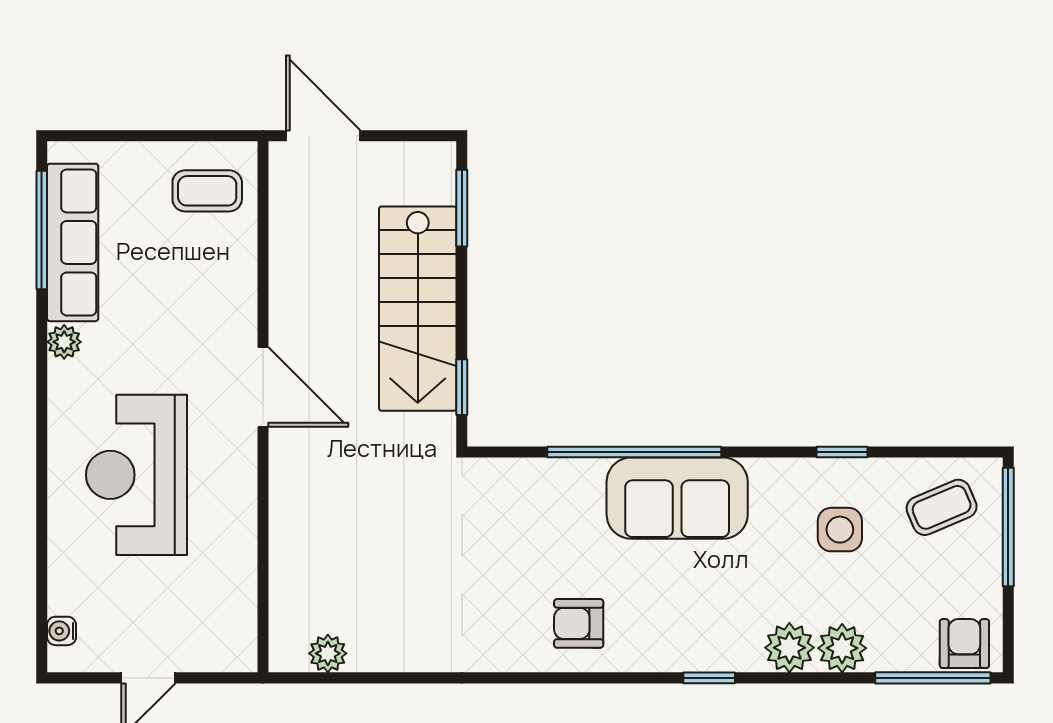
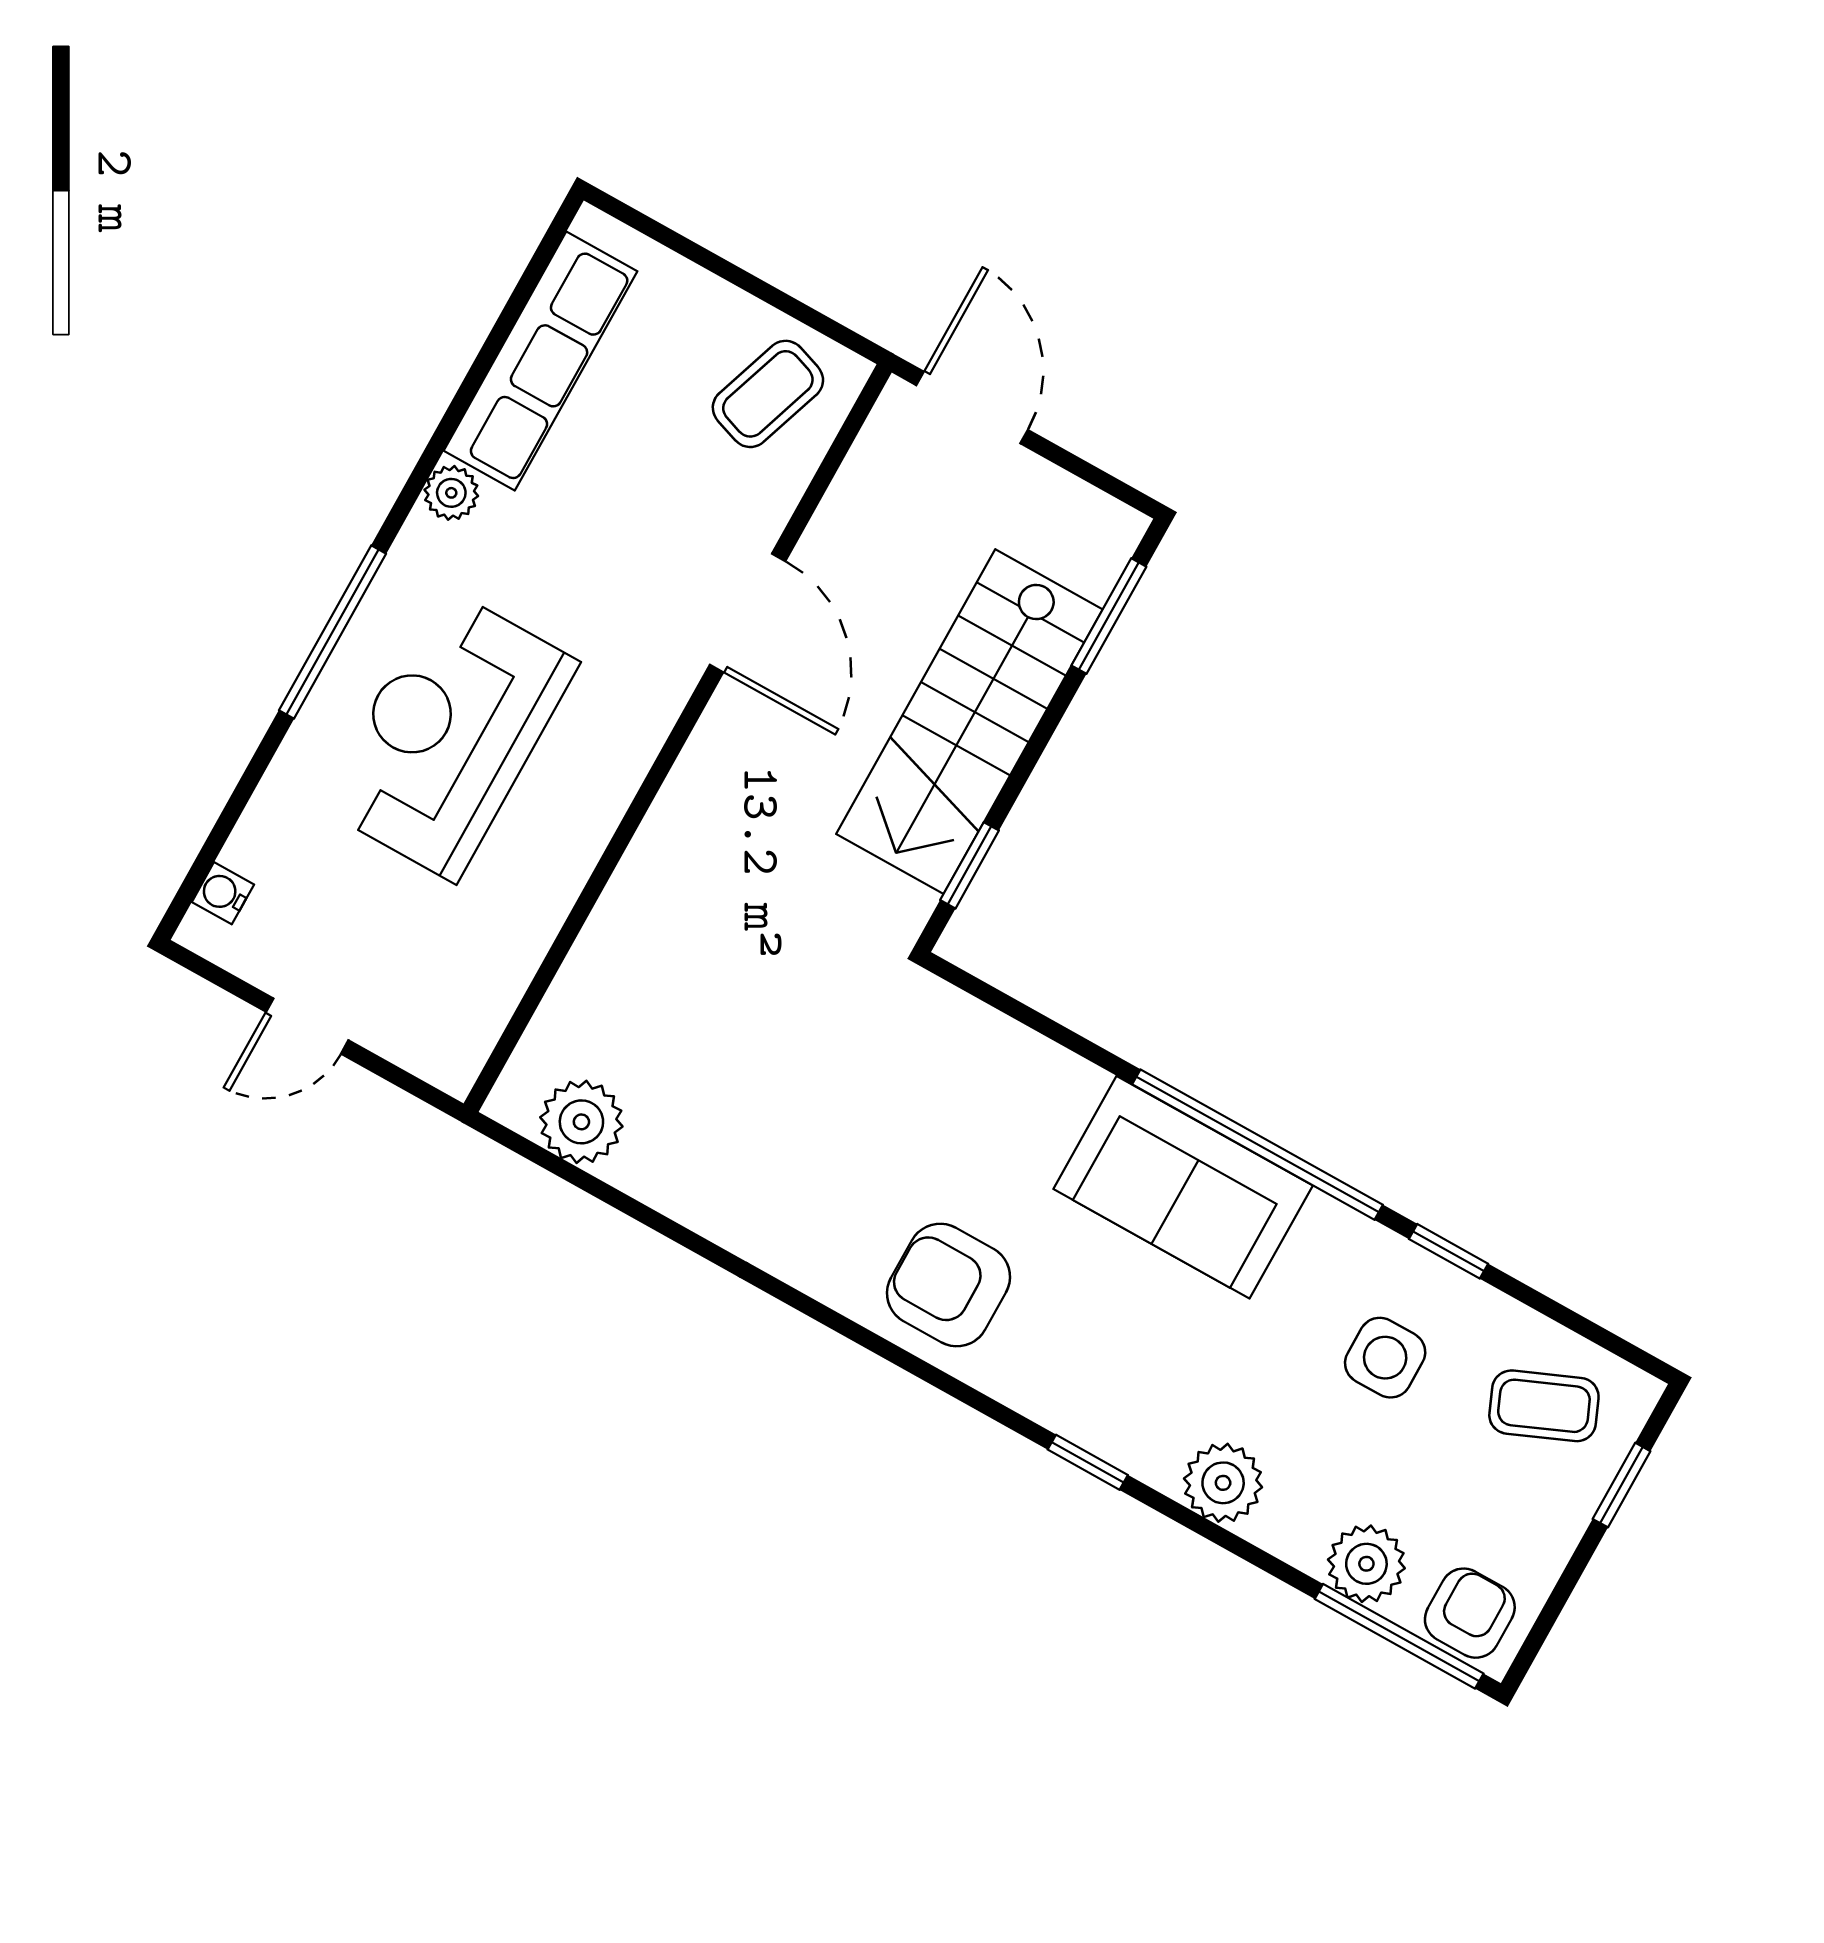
coffee table: (207, 191) -> (768, 394), turned -71
window: (42, 230) -> (333, 632), moved
door: (263, 387) -> (748, 613), moved
window: (634, 452) -> (1257, 1145), moved
window: (1008, 527) -> (1622, 1485), width x0.46
armchair: (579, 623) -> (949, 1285), width x1.38, depth x1.38
plant: (842, 648) -> (1366, 1564), moved
plant: (328, 653) -> (581, 1122), width x1.38, depth x1.38

